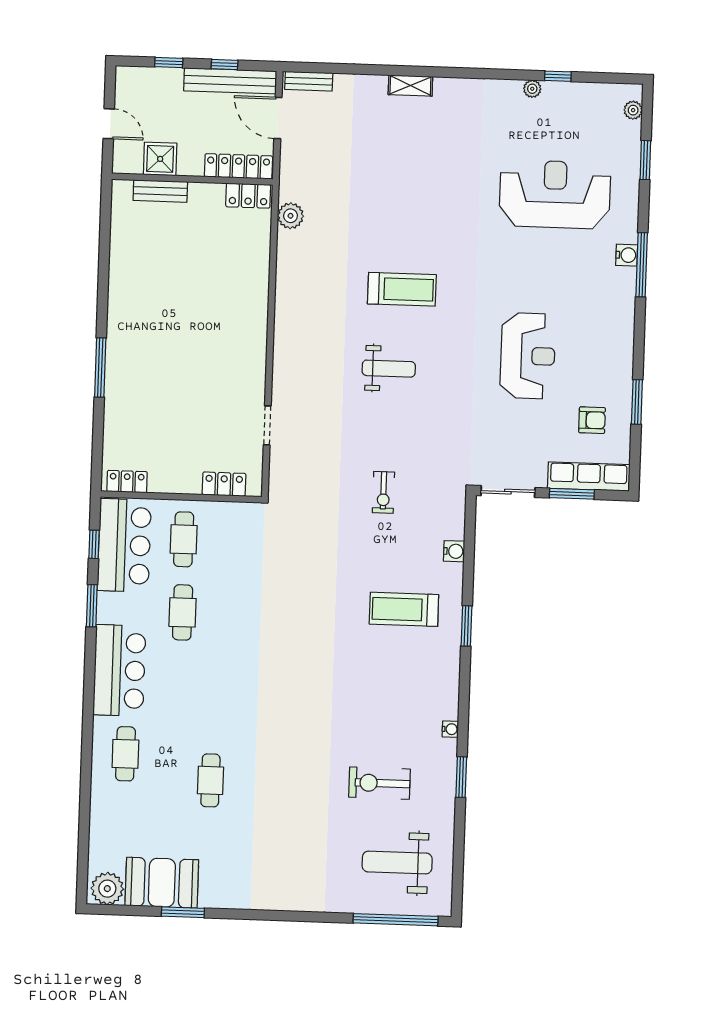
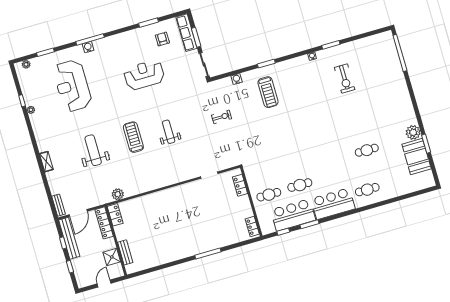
bar counter: (124, 545) -> (293, 215), moved
weight bench: (397, 862) -> (93, 150), moved, turned 180
plant: (107, 889) -> (413, 132), moved

